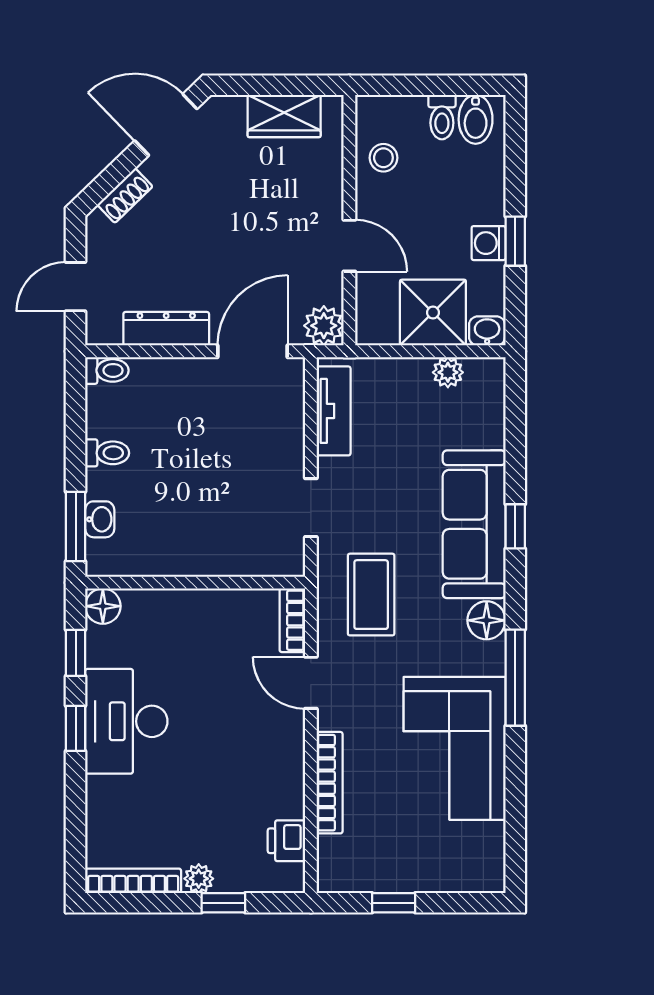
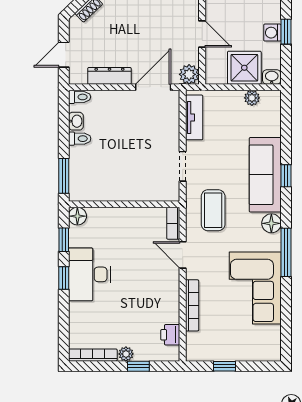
washbasin: (100, 519) -> (76, 121), moved

